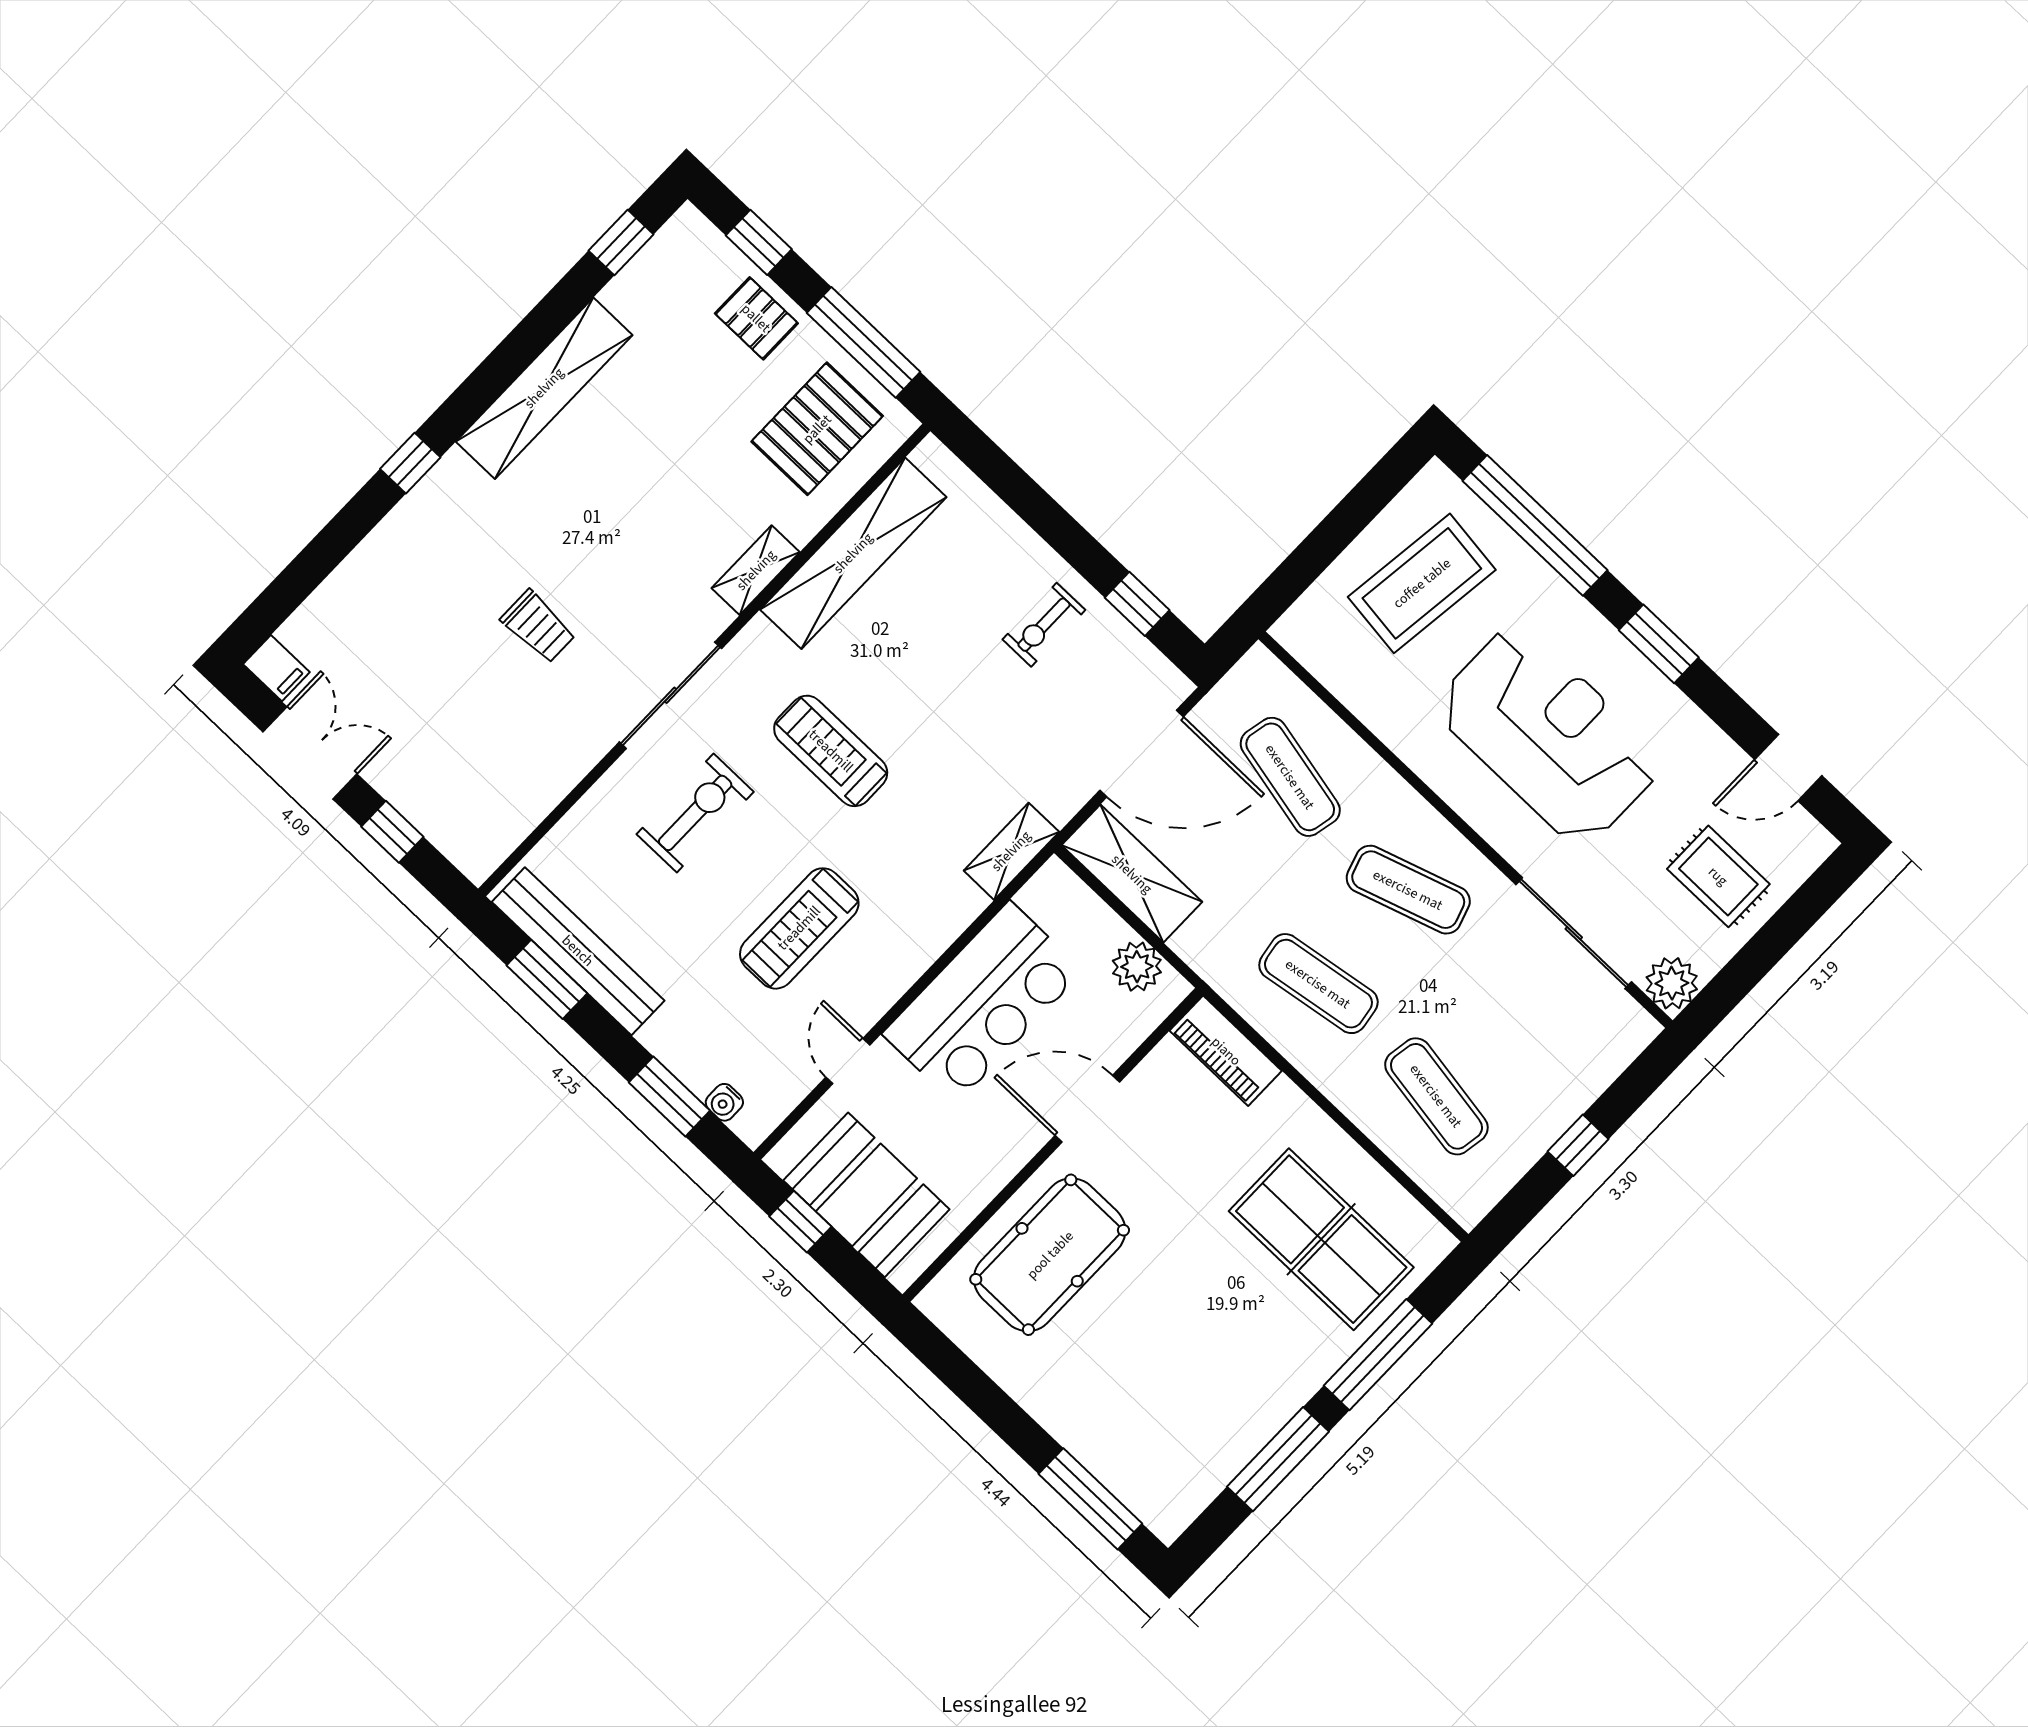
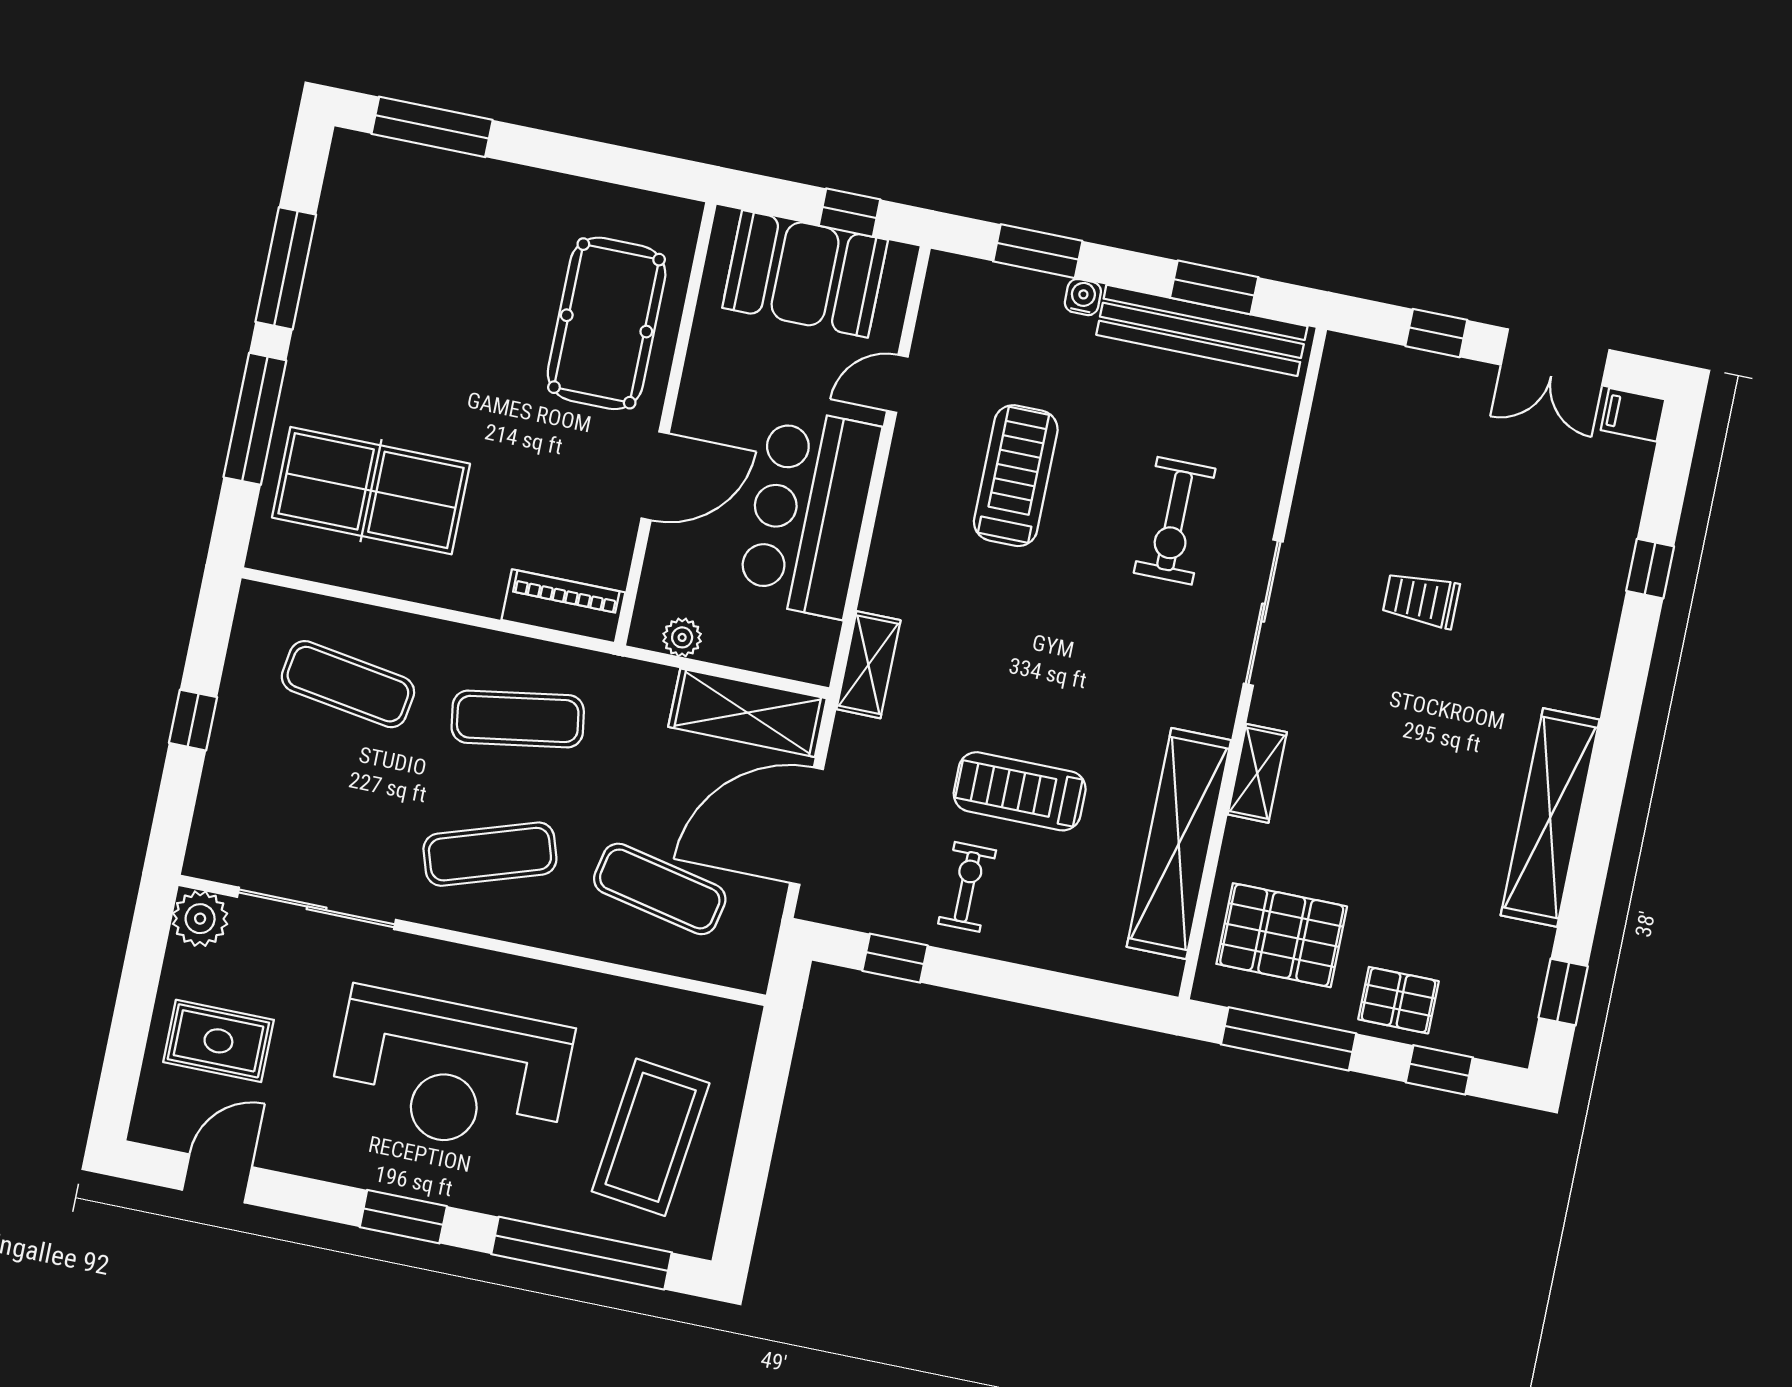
pallet: (817, 429) -> (1282, 935), turned 90
window: (410, 463) -> (1650, 569), moved
treadmill: (831, 751) -> (1020, 791), moved, turned 180
plant: (1137, 967) -> (682, 637), width x0.73, depth x0.73
door: (848, 1061) -> (897, 384), swing flipped
water cooler: (724, 1102) -> (1083, 297), moved

